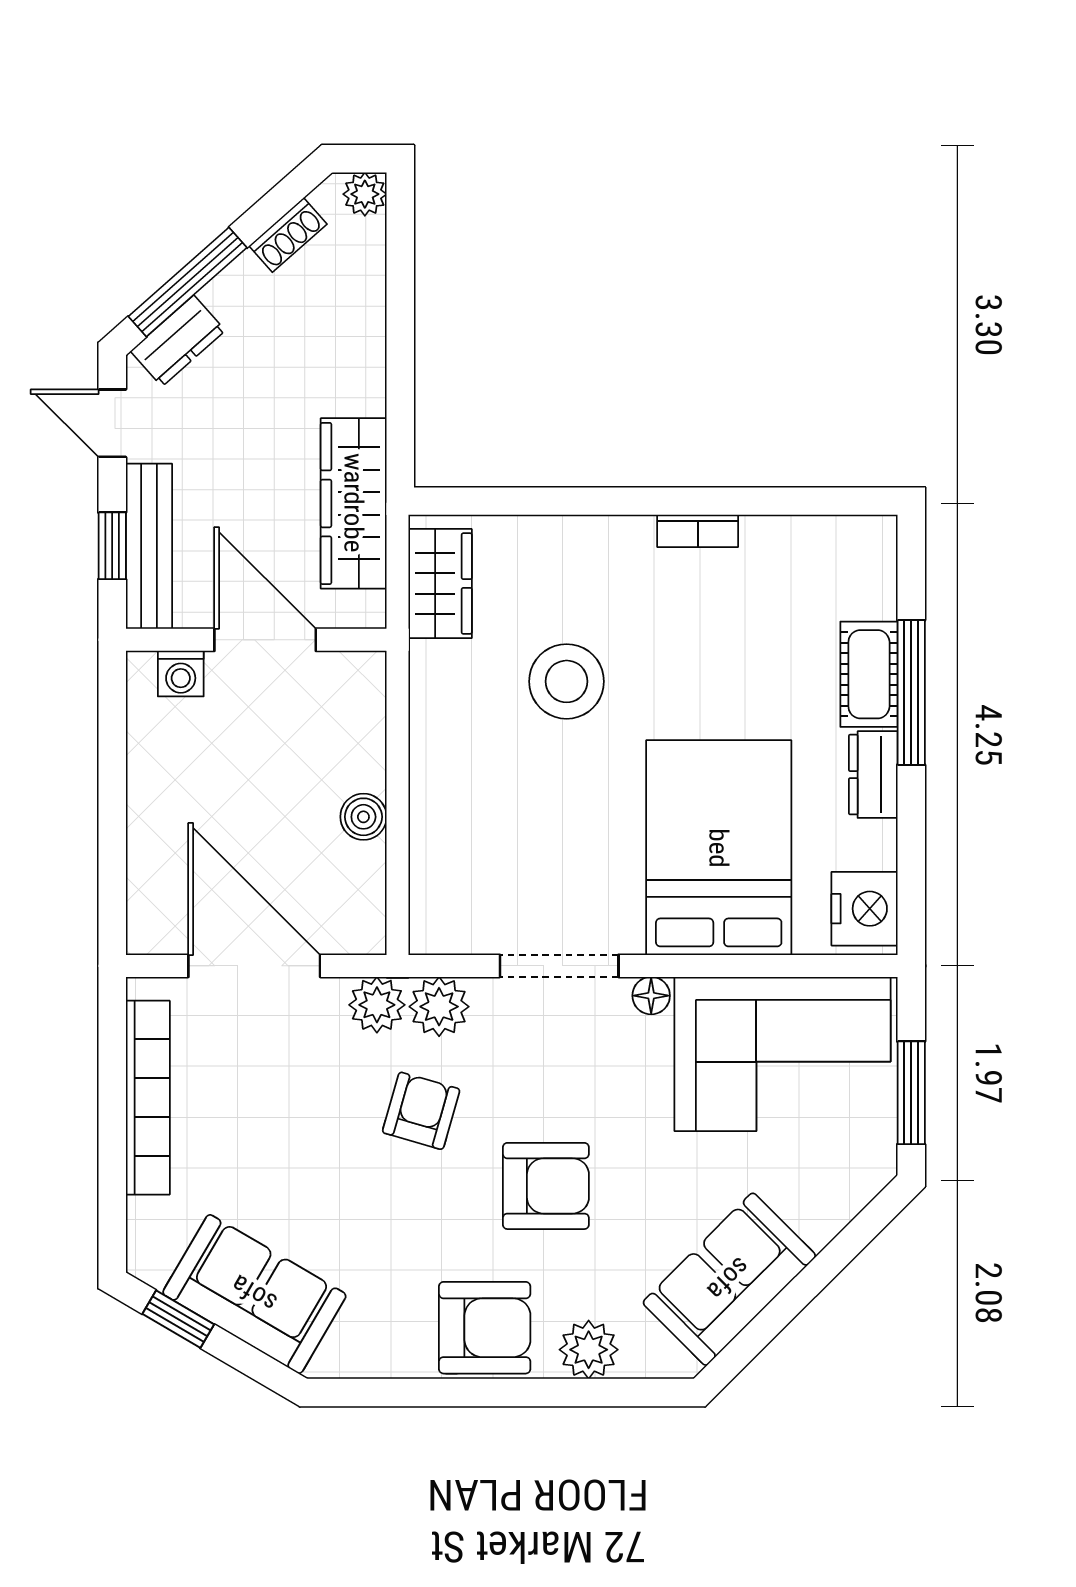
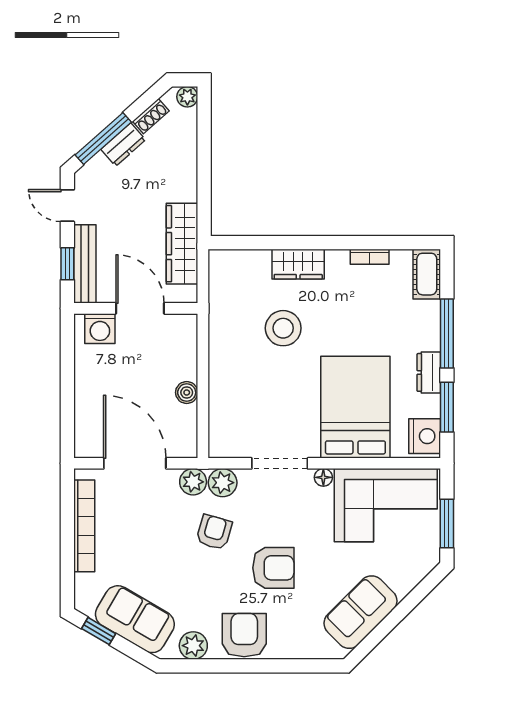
dresser: (178, 341) -> (123, 145), moved
bookcase: (698, 531) -> (370, 257), moved
wardrobe: (440, 584) -> (298, 264), moved, turned 90
washing machine: (181, 674) -> (100, 329), width x1.38, depth x1.38
cot: (869, 674) -> (427, 274), moved
window: (911, 848) -> (447, 407), added
armchair: (485, 1328) -> (244, 635), turned -90
plant: (589, 1350) -> (193, 646), moved

